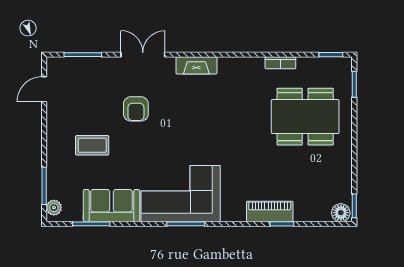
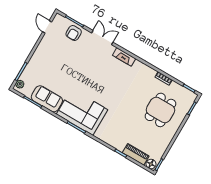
door: (44, 89) -> (47, 27), hinge flipped
armchair: (136, 109) -> (74, 33), moved
dining table: (305, 117) -> (160, 110), width x0.73
coffee table: (92, 145) -> (54, 66), removed
piano: (270, 211) -> (136, 154), moved

